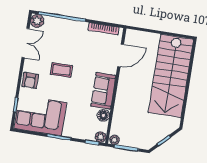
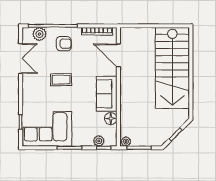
plant: (37, 21) -> (39, 34), moved
door: (121, 55) -> (118, 55), swing flipped
armchair: (30, 80) -> (64, 44), moved, turned -90
plant: (101, 137) -> (99, 141), moved

